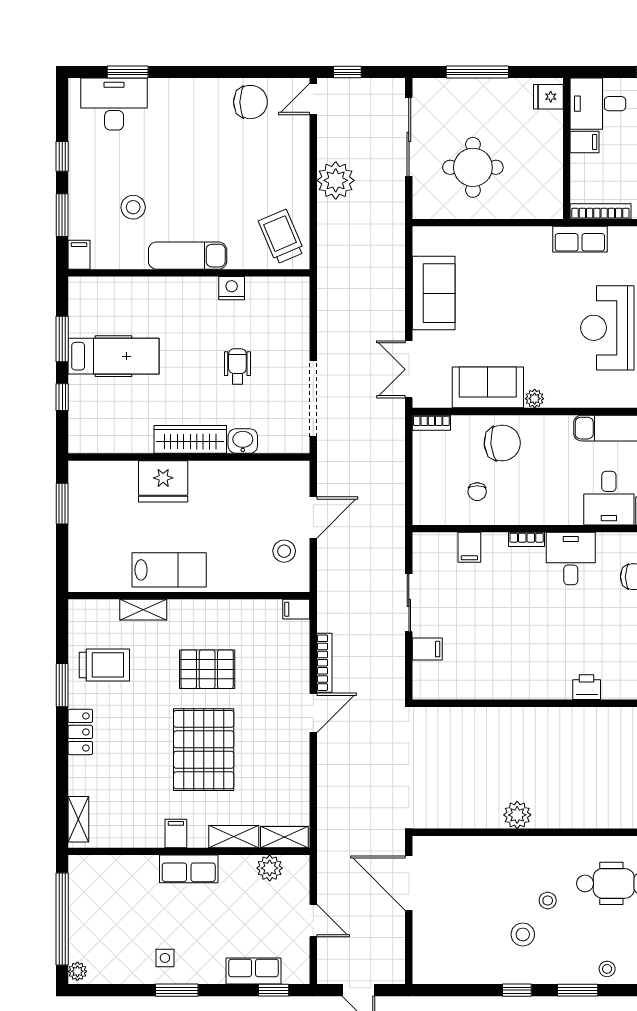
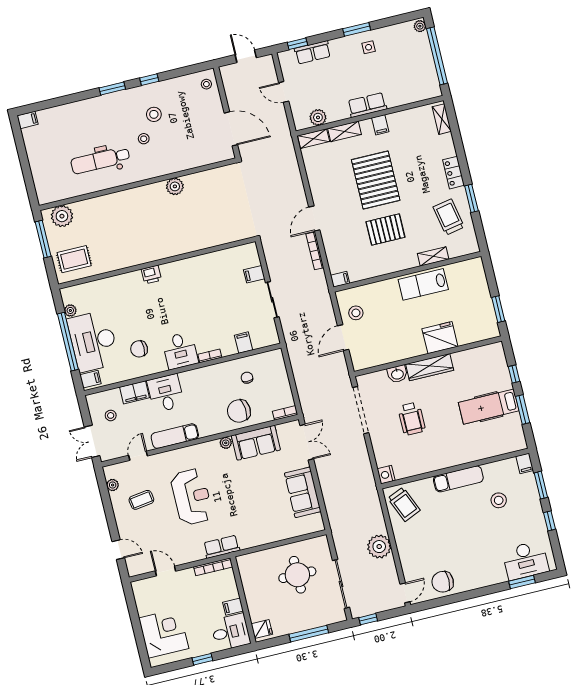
window: (347, 72) -> (368, 619), moved
nightstand: (232, 288) -> (386, 475), moved, turned 90
wheelchair: (237, 366) -> (412, 419), width x1.36, depth x1.37
trolley: (104, 665) -> (449, 217), turned 79
stool: (607, 969) -> (206, 84), moved

